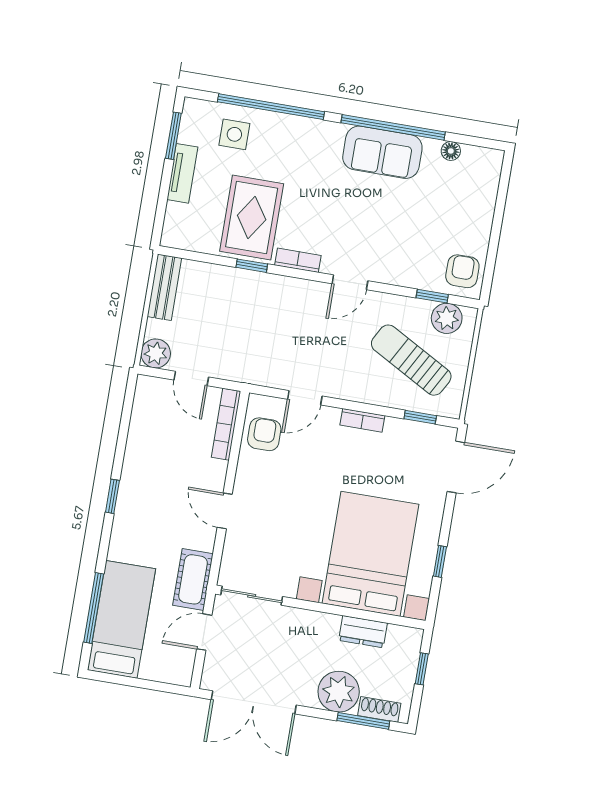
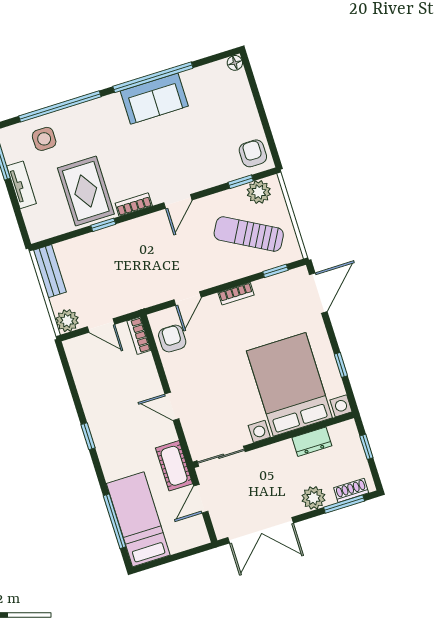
floor lamp: (451, 151) -> (235, 63), moved
bookcase: (226, 424) -> (139, 336), width x0.64
plant: (339, 692) -> (313, 498), width x0.73, depth x0.73

